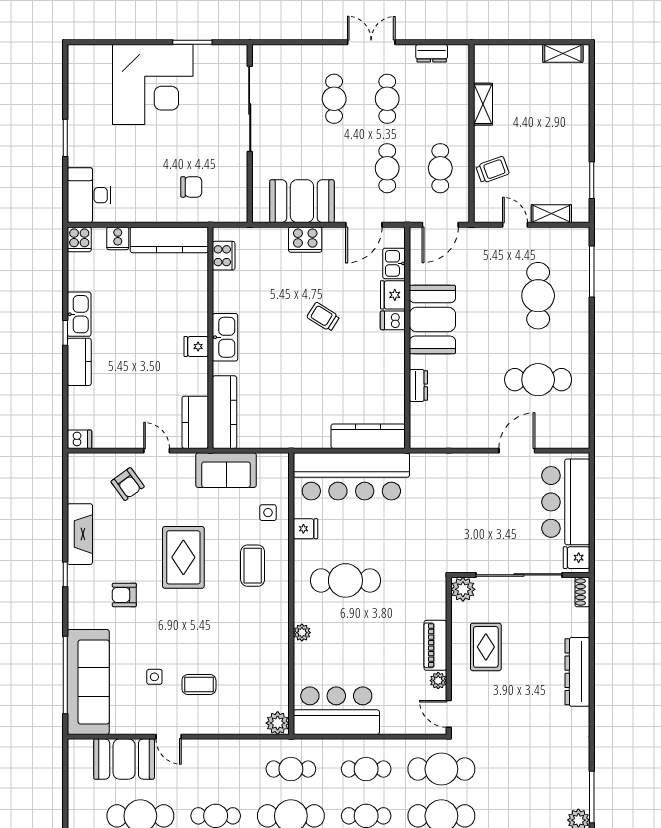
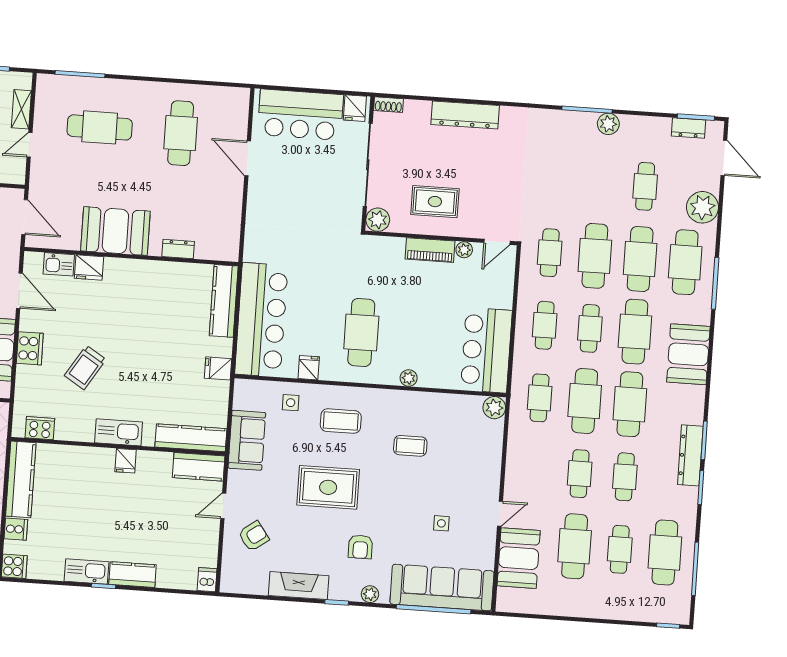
trolley: (323, 317) -> (85, 368), moved, width x1.36, depth x1.39
dishwasher: (393, 320) -> (114, 269), removed
fridge: (298, 435) -> (218, 368), added
plant: (76, 608) -> (370, 594), added
coffee table: (199, 685) -> (410, 446), moved, turned 90
cafe table: (441, 769) -> (550, 253), width x0.73, depth x0.74

